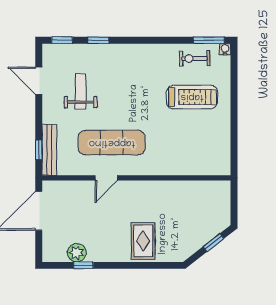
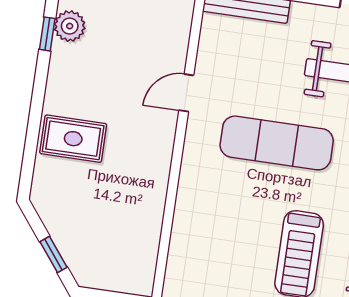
exercise mat: (112, 143) -> (277, 143), moved, turned 90
door: (106, 178) -> (186, 93), hinge flipped

